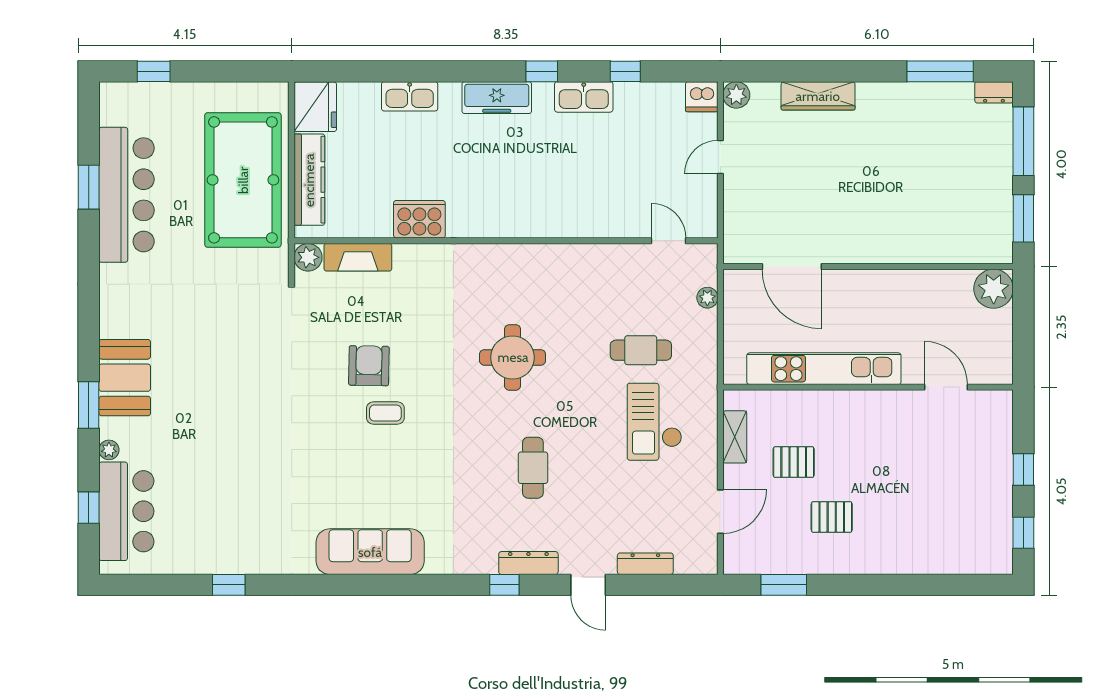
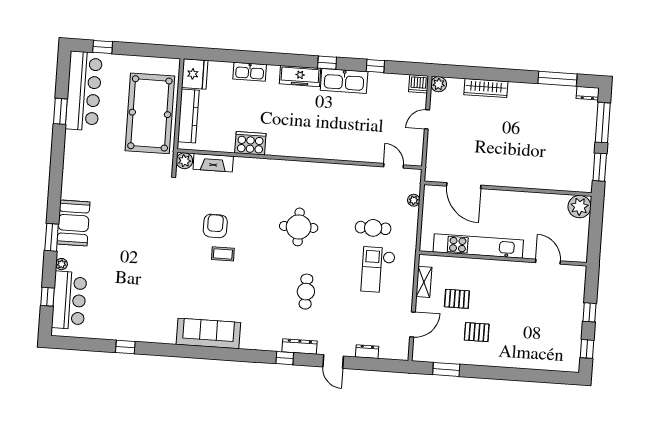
kitchen sink: (584, 97) -> (344, 81), width x1.36, depth x1.24
bar counter: (127, 195) -> (84, 91), moved
dresser: (645, 564) -> (367, 352), width x0.70

